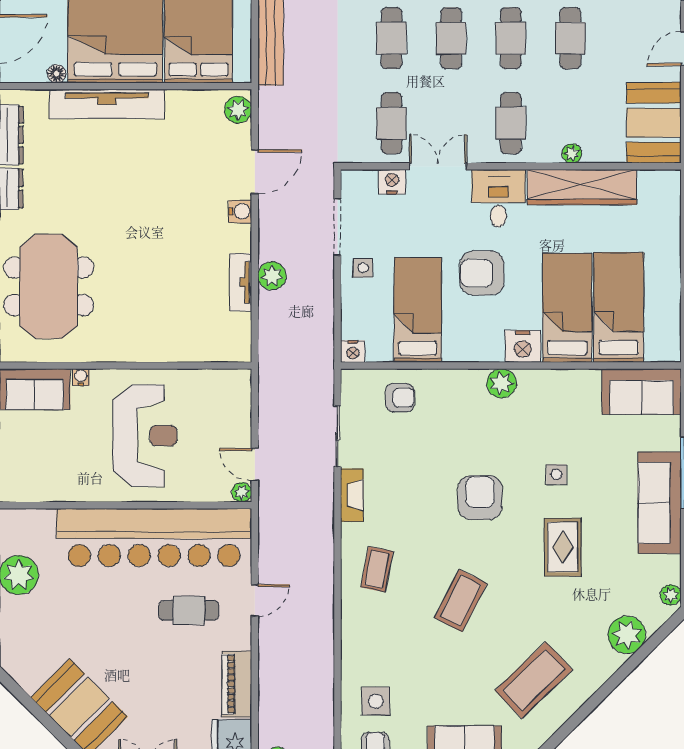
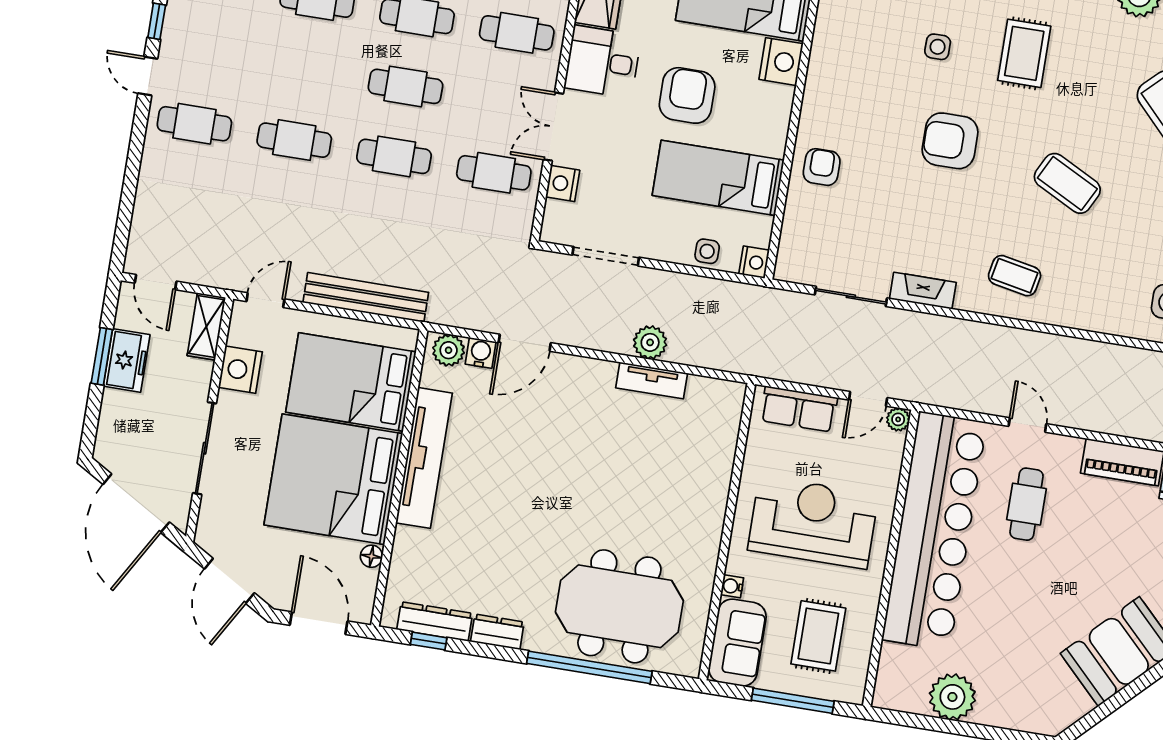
tv unit: (107, 104) -> (424, 458), moved
door: (255, 172) -> (525, 343), swing flipped
water cooler: (240, 211) -> (481, 353), moved
side table: (363, 268) -> (707, 251), moved
armchair: (482, 273) -> (687, 95), turned 180
plant: (502, 383) -> (820, 94), removed
armchair: (400, 398) -> (822, 167), moved
row of seats: (237, 408) -> (799, 409), added
rug: (51, 455) -> (818, 636), added
rug: (563, 547) -> (1024, 53), turned 90

